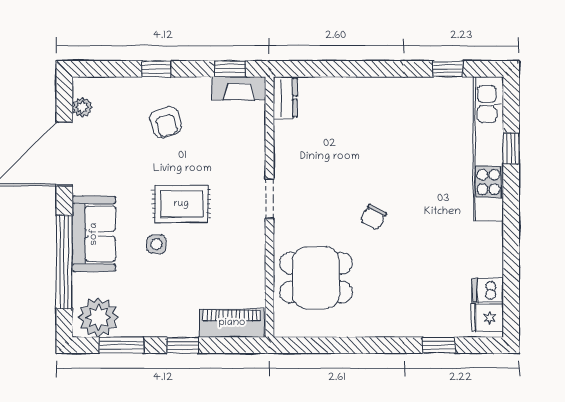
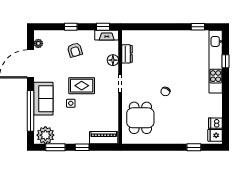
dresser: (285, 98) -> (127, 54), moved
floor lamp: (253, 145) -> (113, 60), added
dining table: (316, 278) -> (140, 118), turned 90

